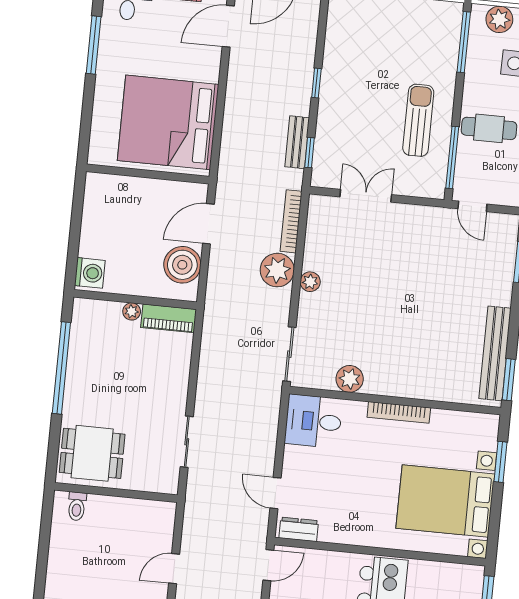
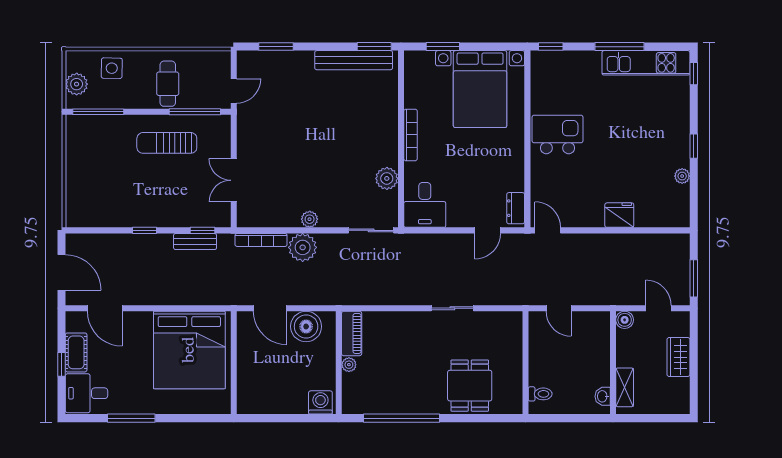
wall: (116, 492) -> (525, 363), moved
toilet: (77, 506) -> (540, 394), moved

